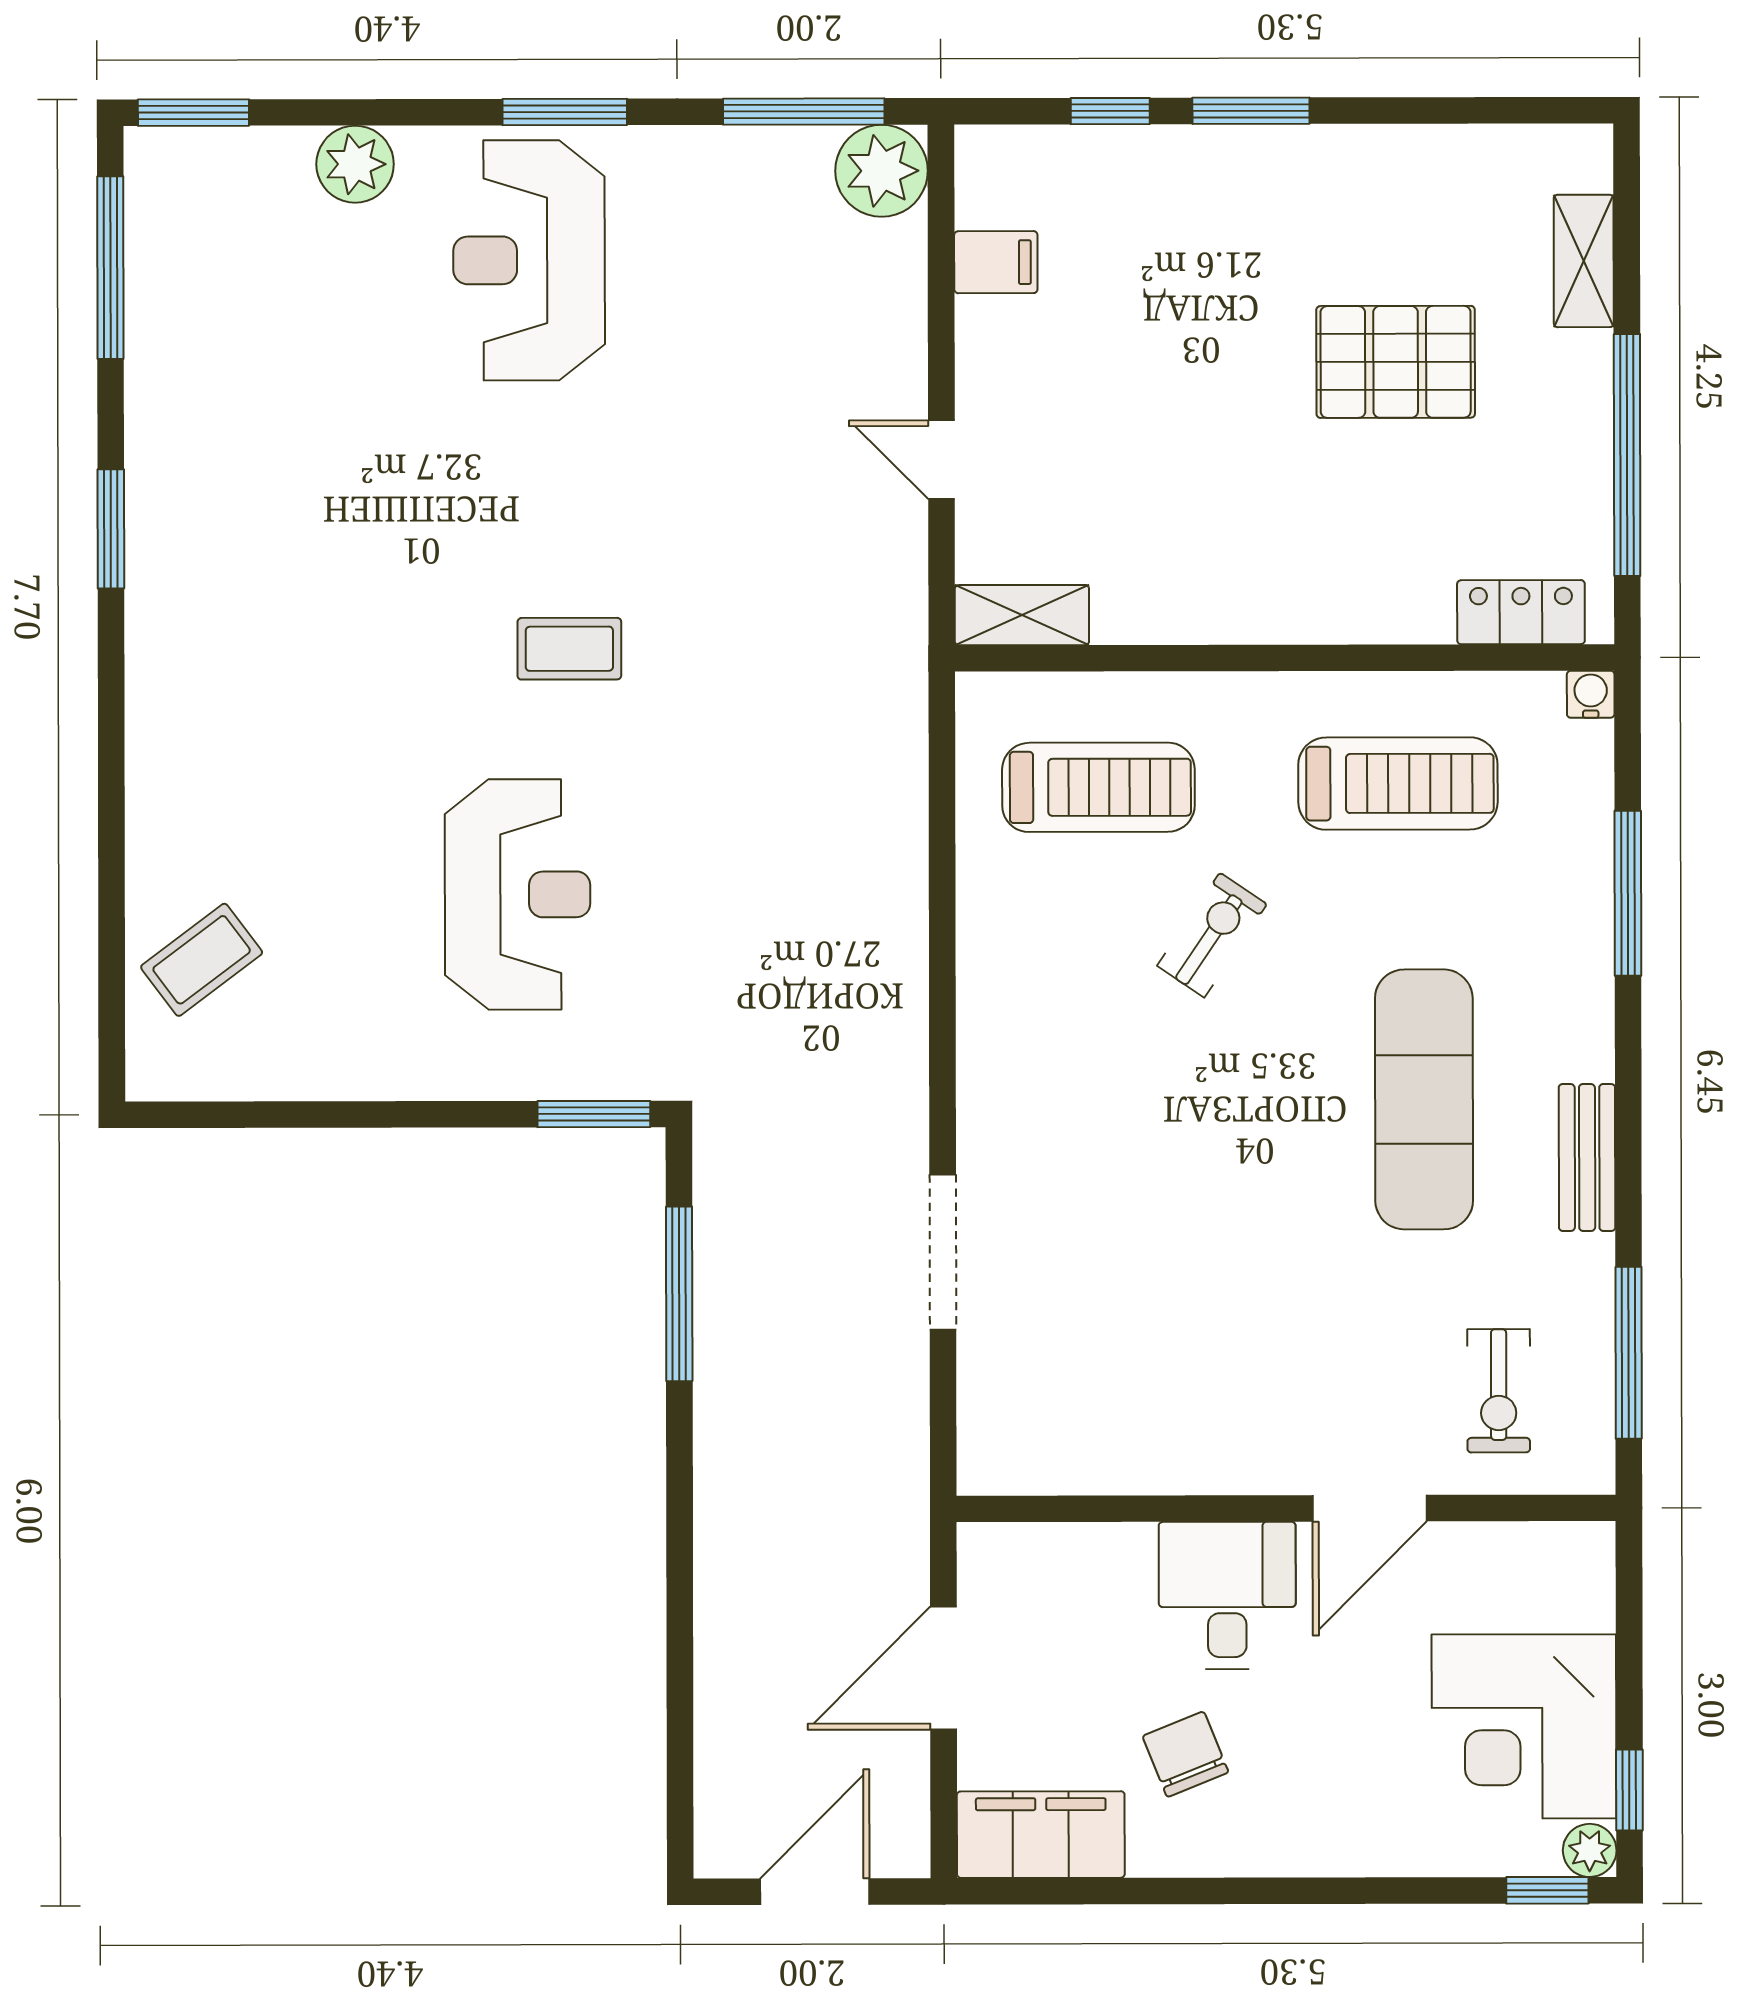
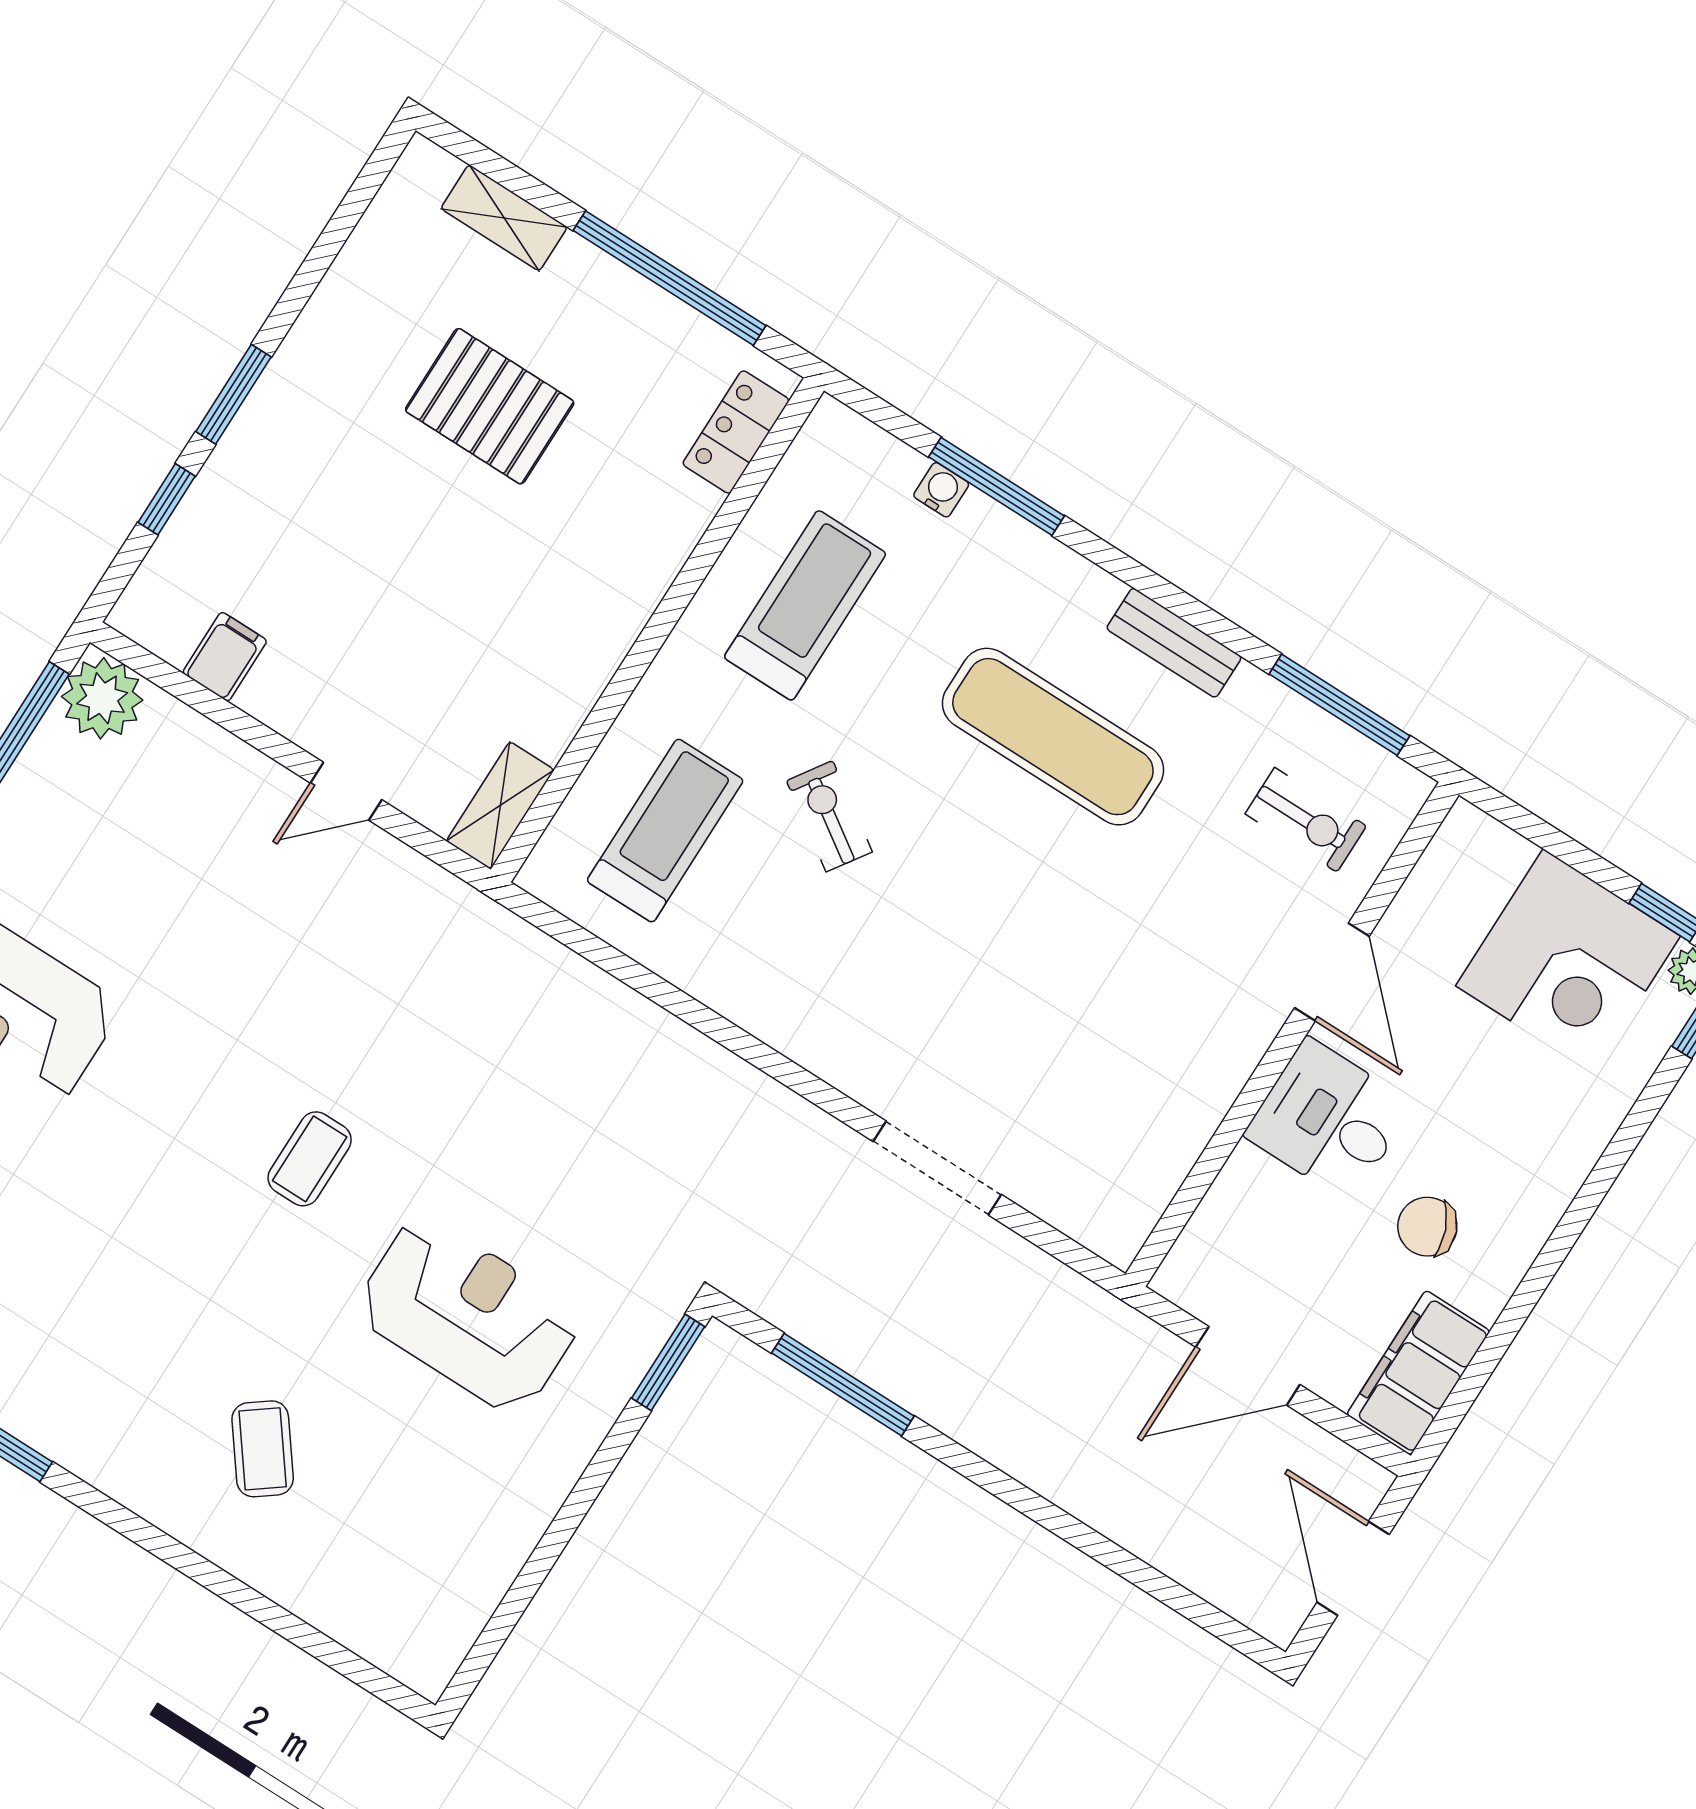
pallet: (1396, 362) -> (490, 406), turned 90
water cooler: (1591, 694) -> (941, 490), moved, turned 90
coffee table: (202, 960) -> (263, 1449), moved
door: (944, 1668) -> (1248, 1366), hinge flipped

